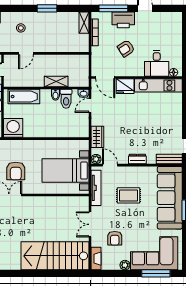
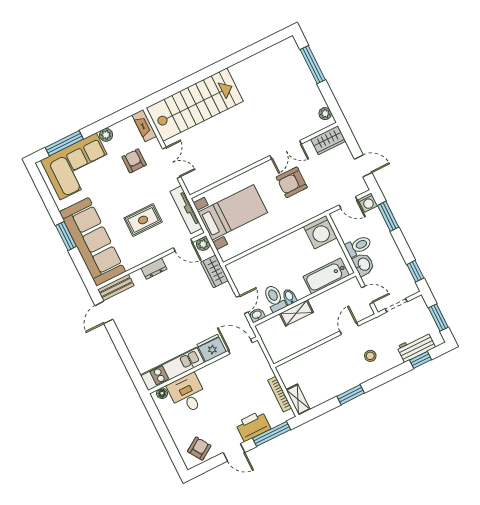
armchair: (126, 48) -> (199, 448), moved
armchair: (16, 171) -> (292, 182), turned -90

